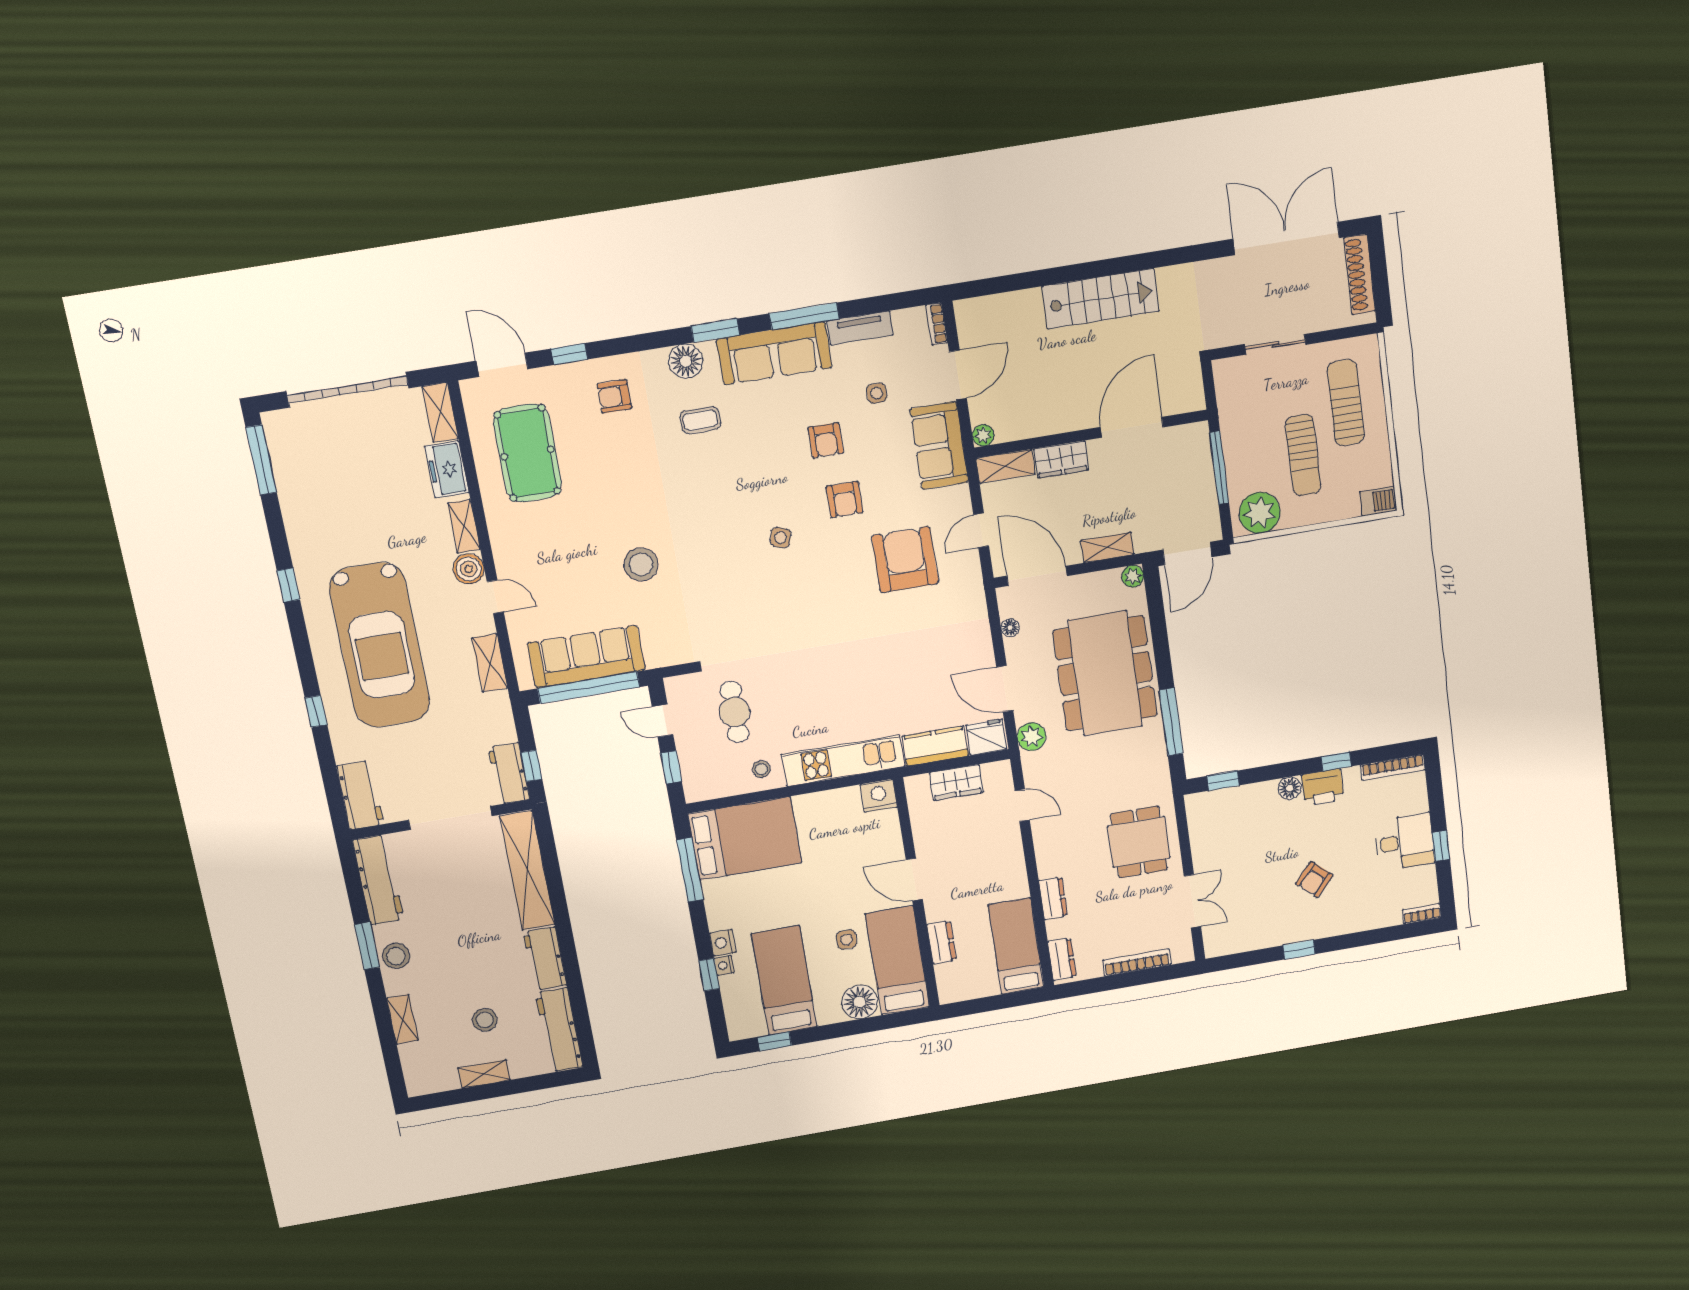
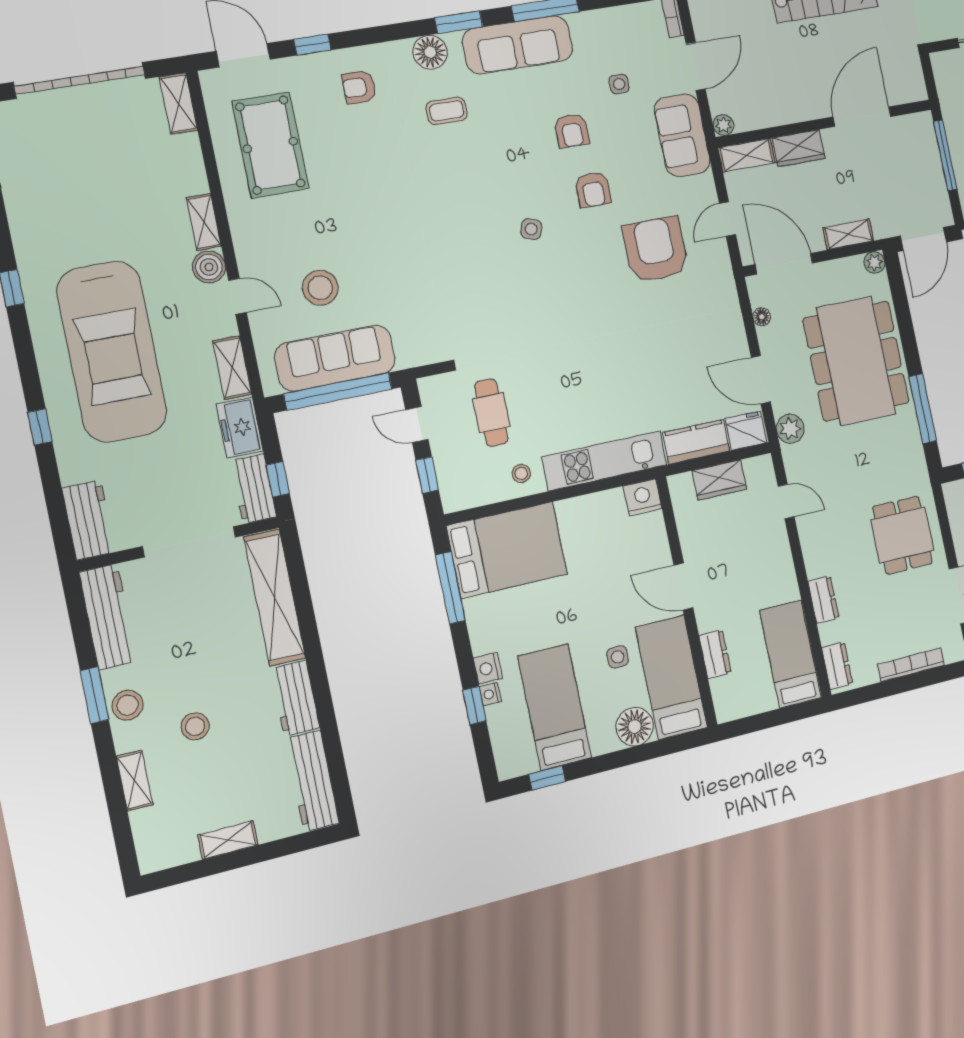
tv unit: (860, 328) -> (600, 21), removed
freezer: (447, 469) -> (240, 427), moved
stool: (641, 564) -> (320, 288), moved
stool: (485, 1020) -> (195, 726), moved

